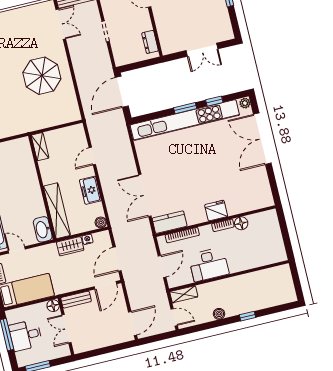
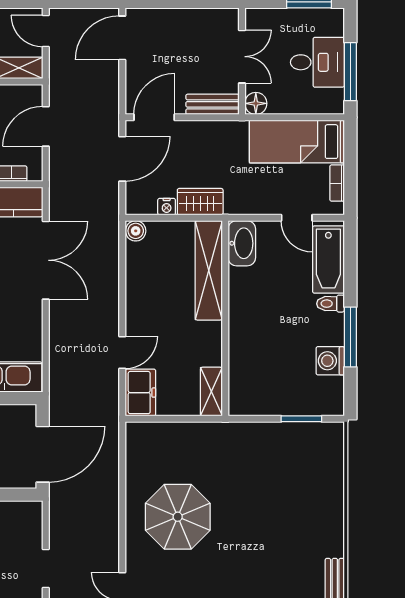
freezer: (90, 190) -> (140, 393), moved

